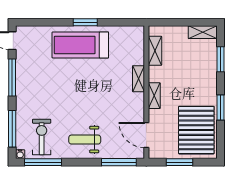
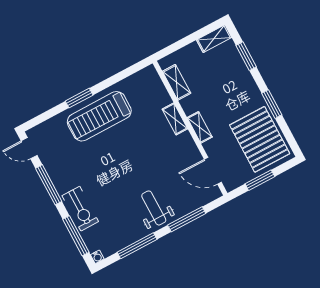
window: (85, 22) -> (79, 98), moved
exercise bike: (42, 137) -> (80, 209), moved, turned 180
weight bench: (85, 140) -> (154, 208), turned 90
window: (43, 162) -> (137, 246), moved
window: (119, 162) -> (187, 219), moved

